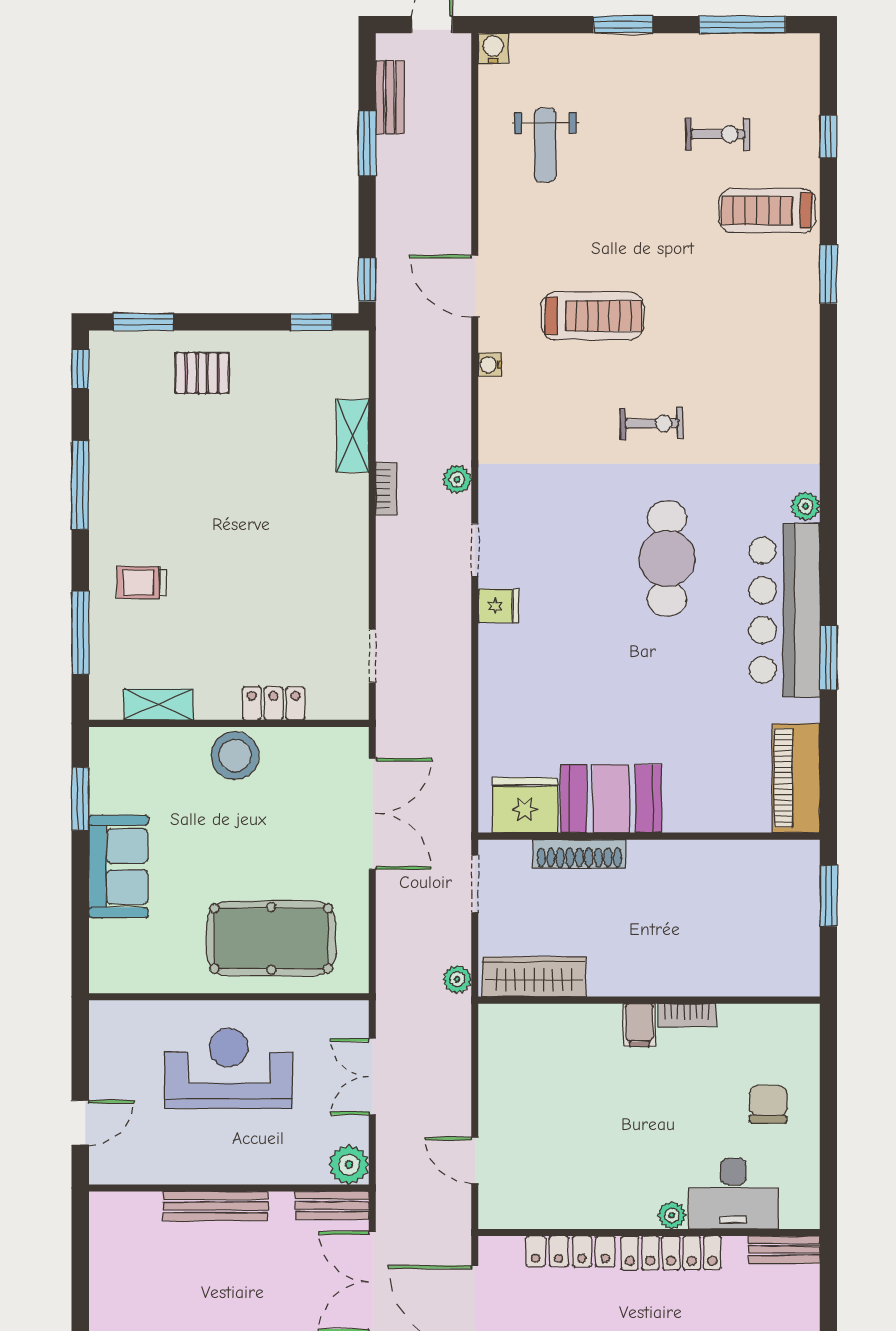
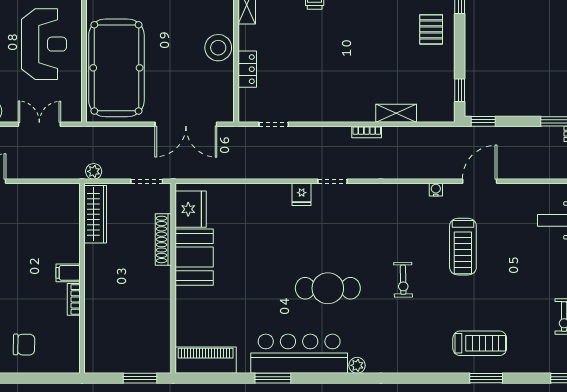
treadmill: (767, 211) -> (480, 343), moved, turned 90
plant: (457, 479) -> (372, 171), removed
pool table: (271, 938) -> (116, 68), width x1.36, depth x1.32

